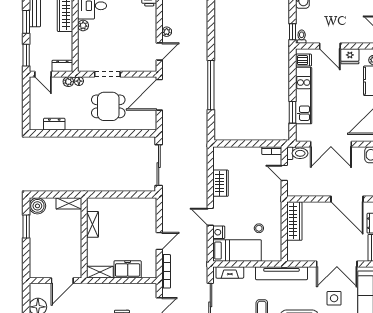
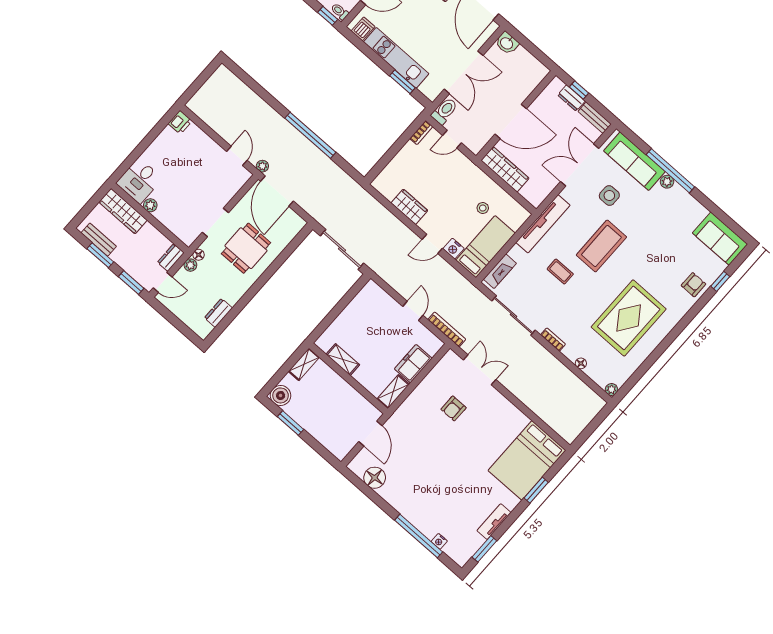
plant: (167, 32) -> (262, 166), moved
door: (347, 199) -> (511, 121), moved
double door: (337, 264) -> (580, 165), swing flipped

